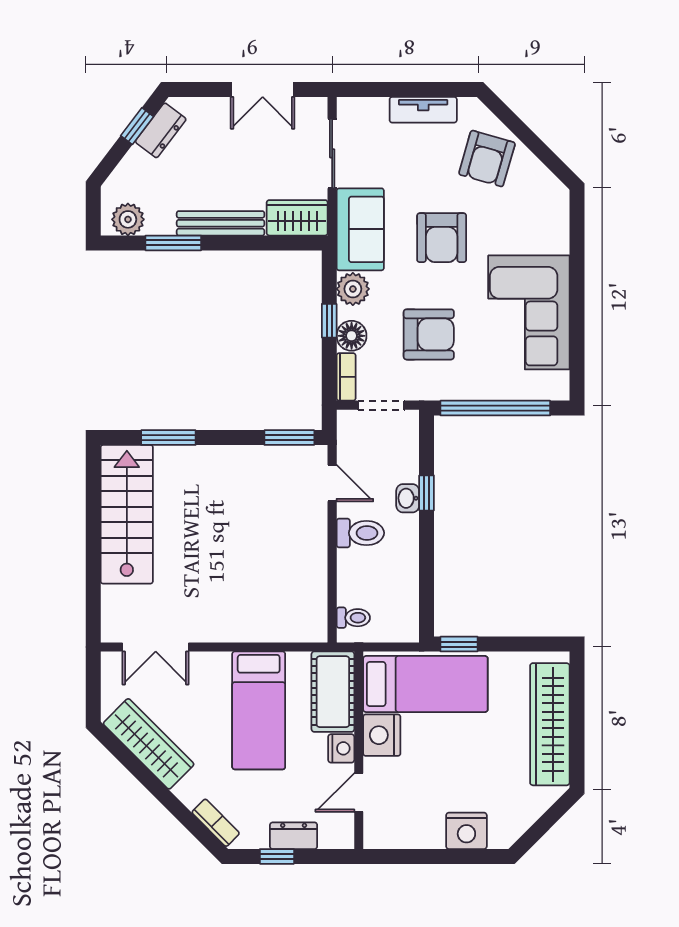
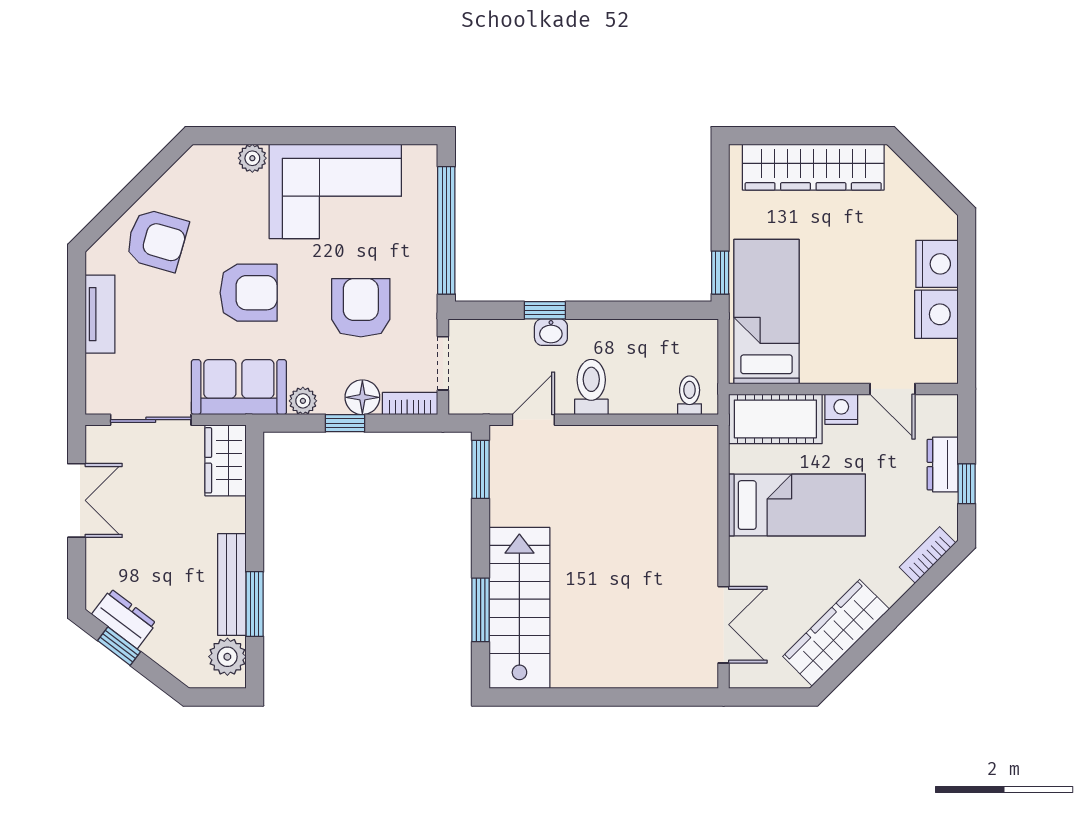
bench: (221, 223) -> (232, 584), moved
plant: (557, 241) -> (252, 158), added
plant: (353, 289) -> (303, 401), width x0.73, depth x0.73
stairs: (127, 514) -> (519, 608), moved, turned 90
nightstand: (382, 735) -> (936, 314), moved, turned -90

